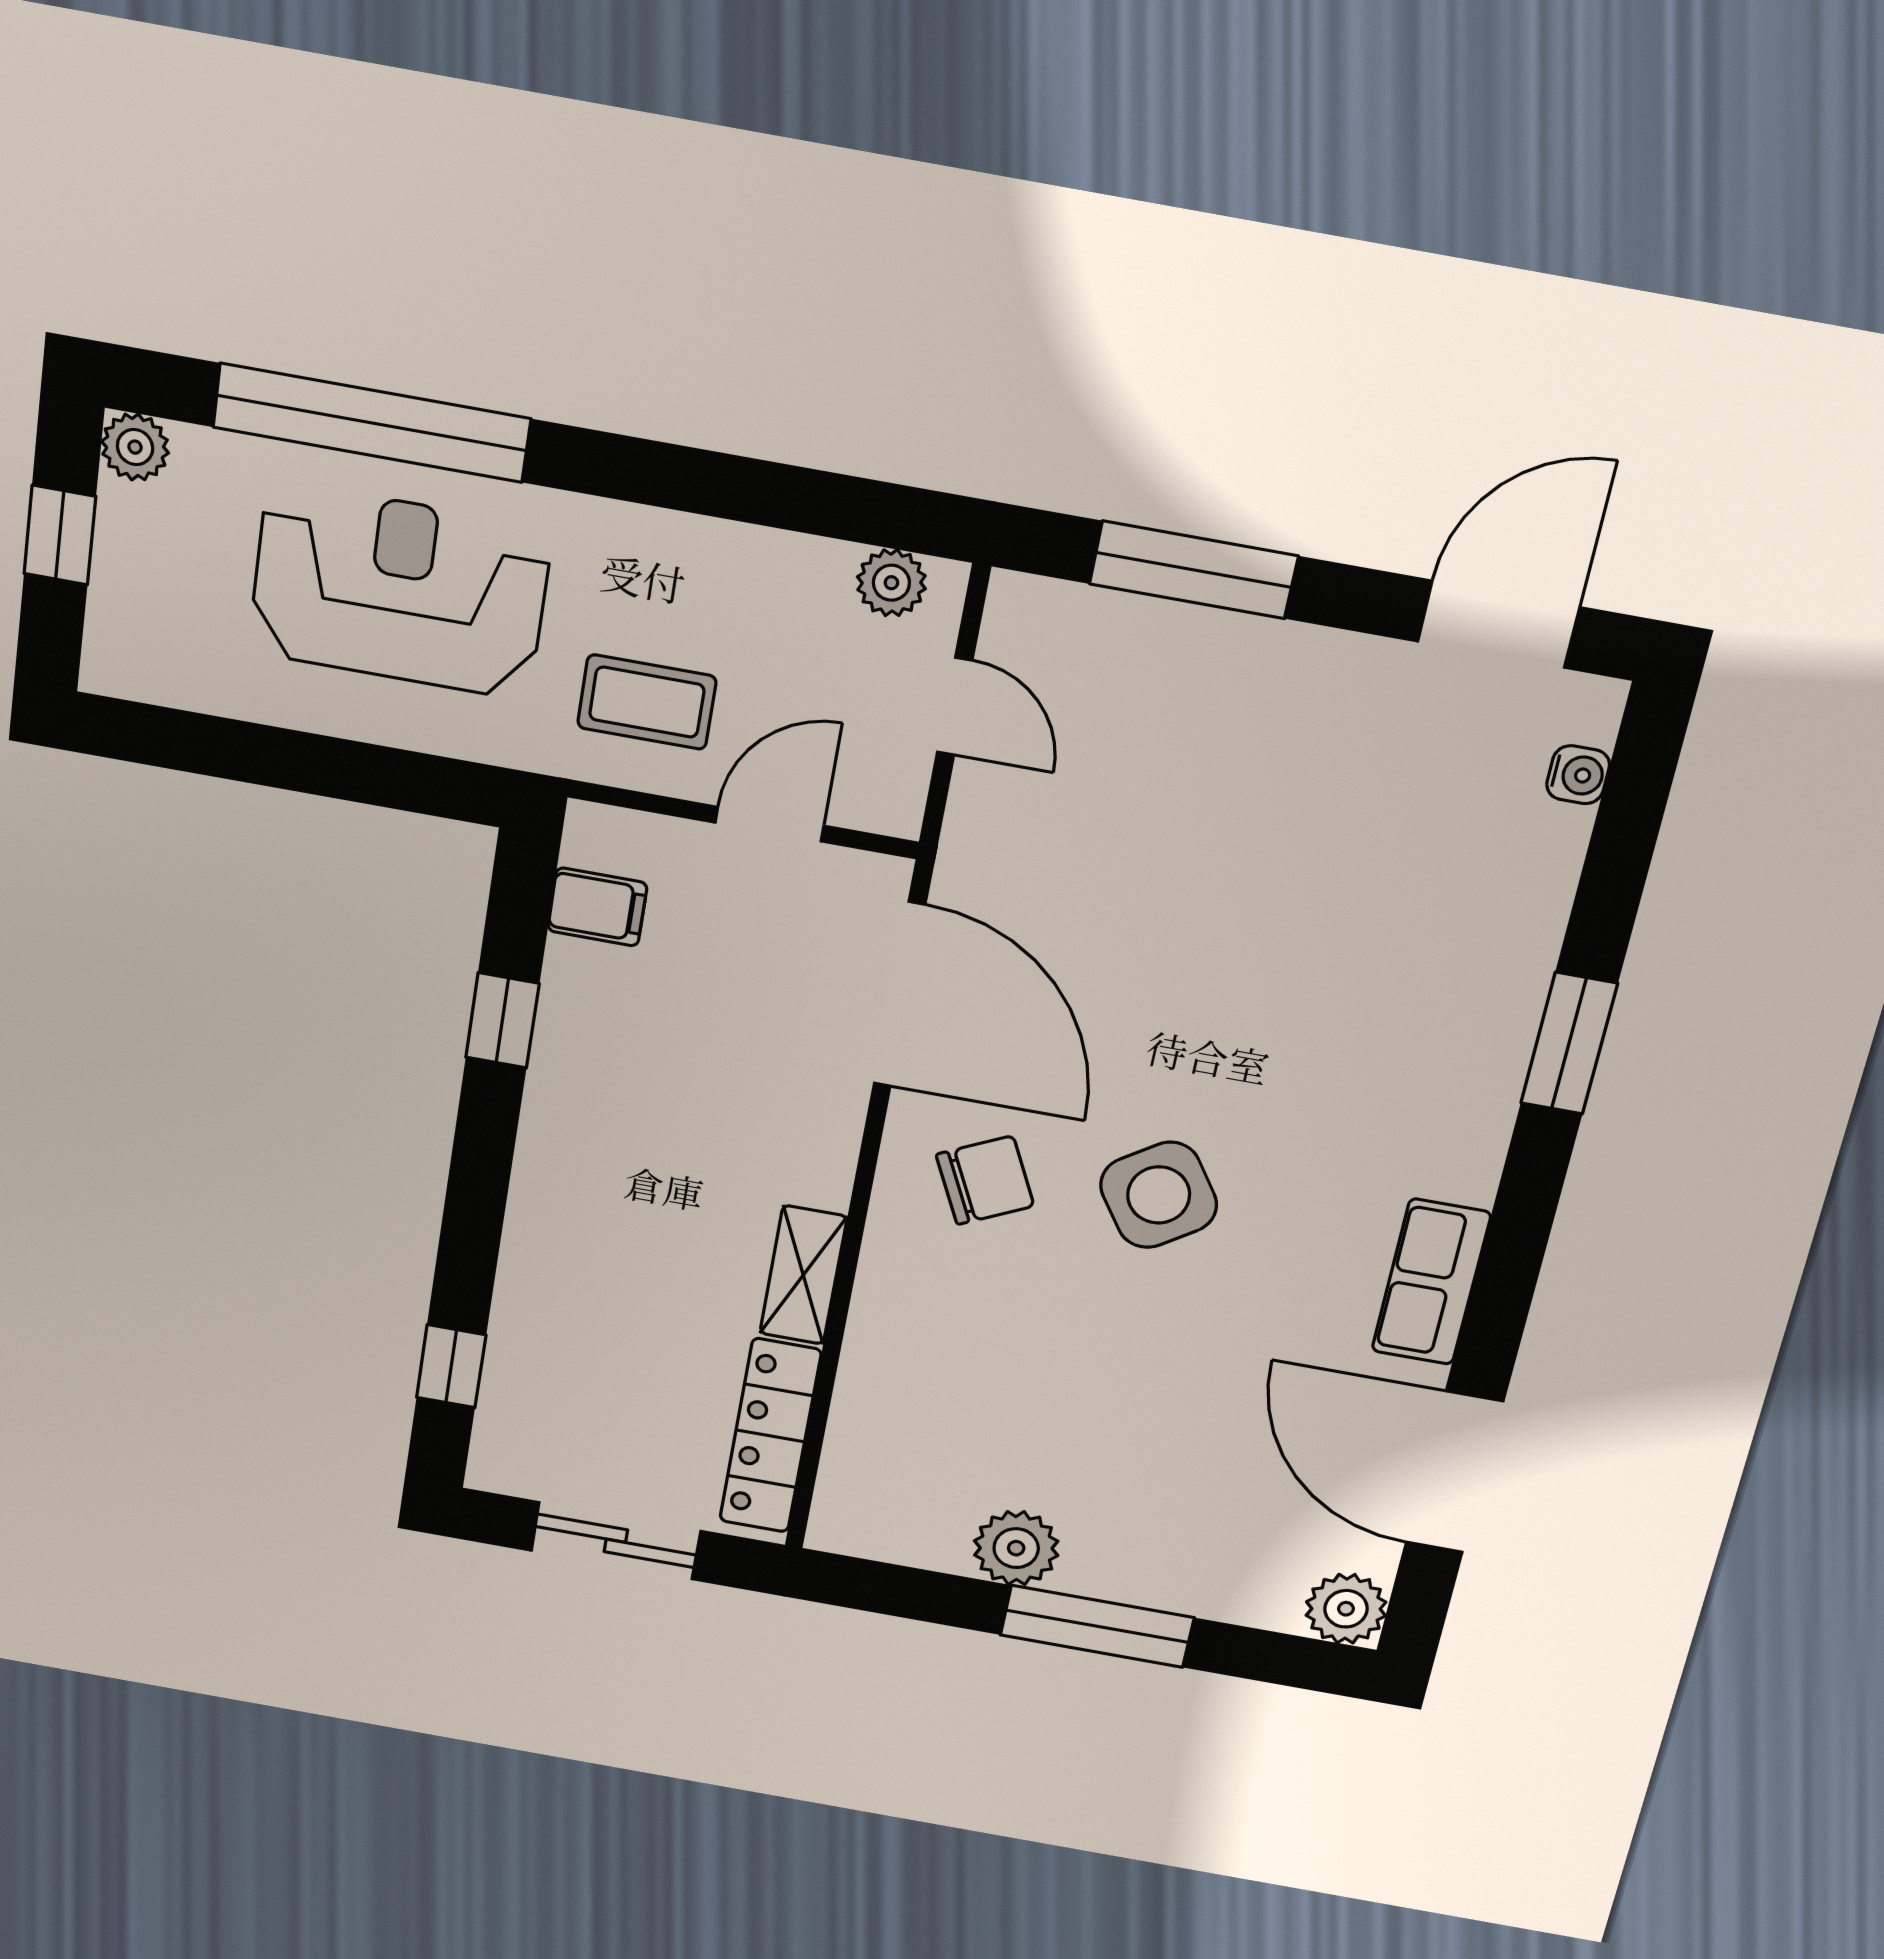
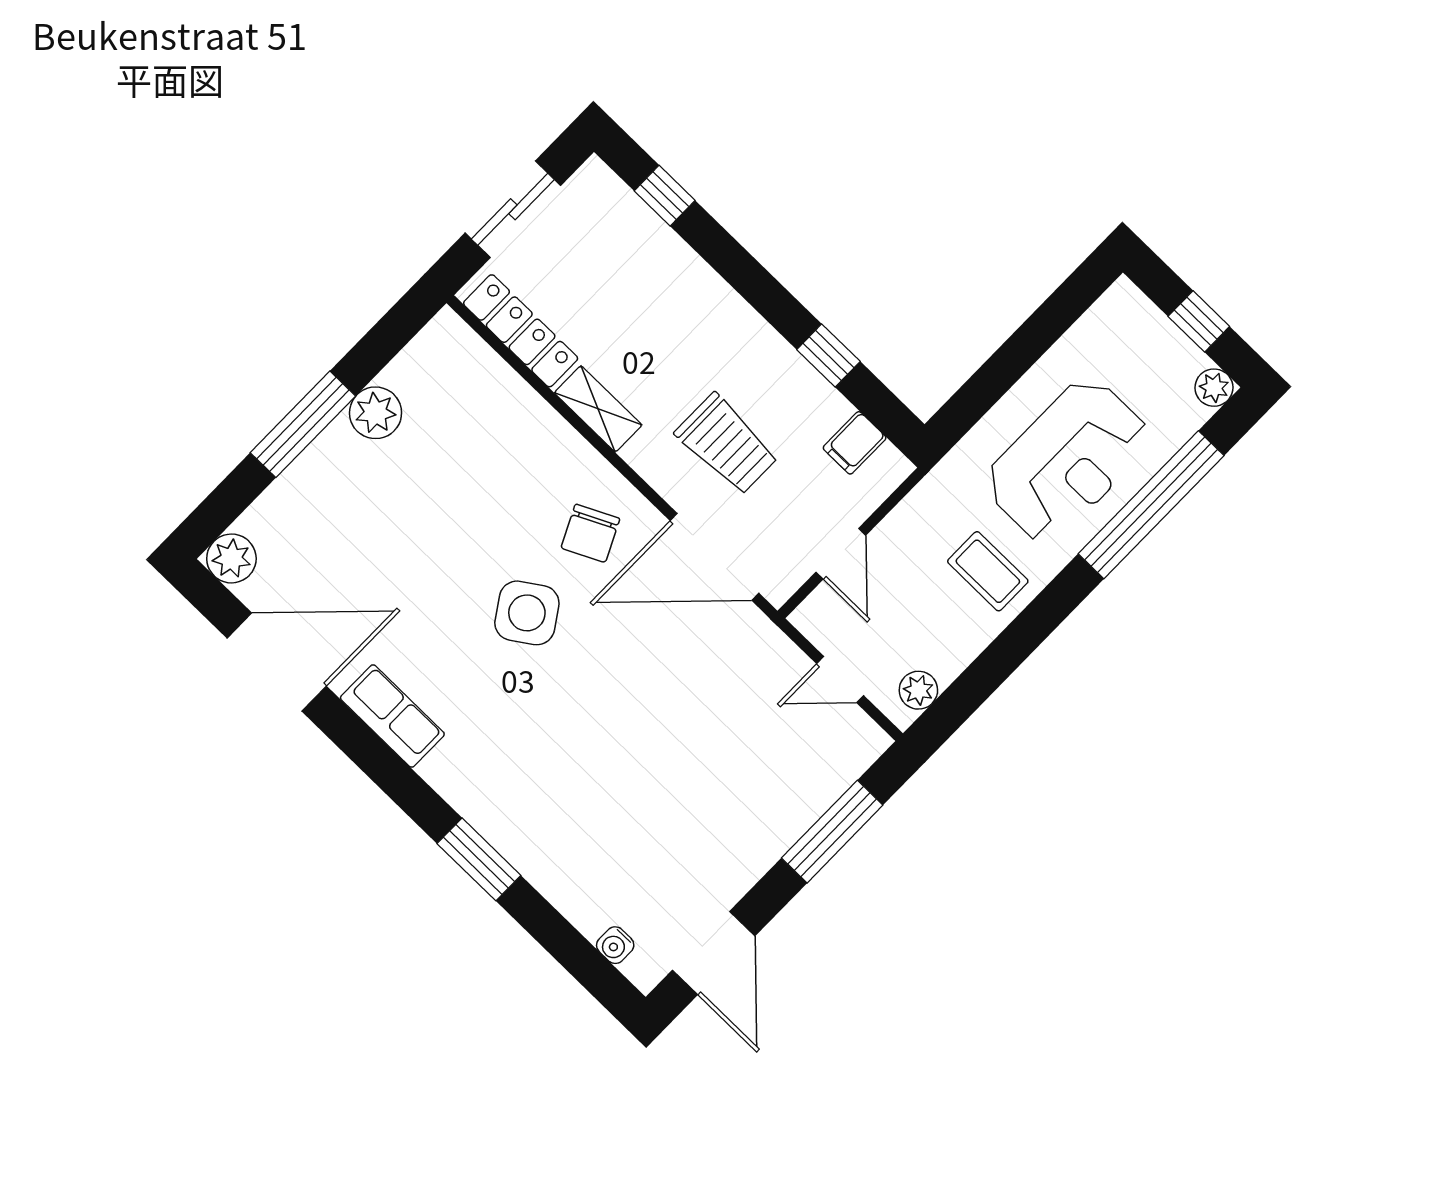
coffee table: (647, 702) -> (988, 571), moved, turned 90
trolley: (727, 1078) -> (727, 444), added

